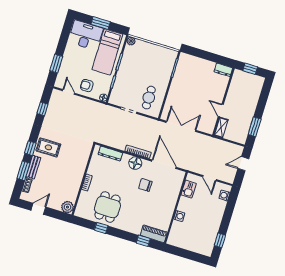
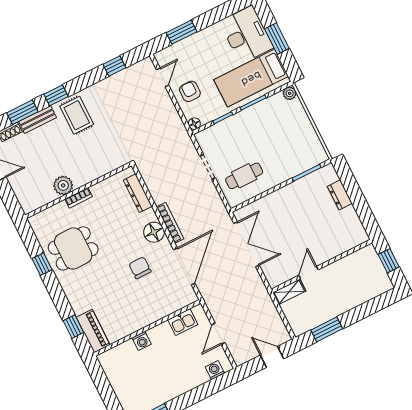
dresser: (223, 70) -> (340, 195), moved
plant: (67, 207) -> (63, 185), moved

